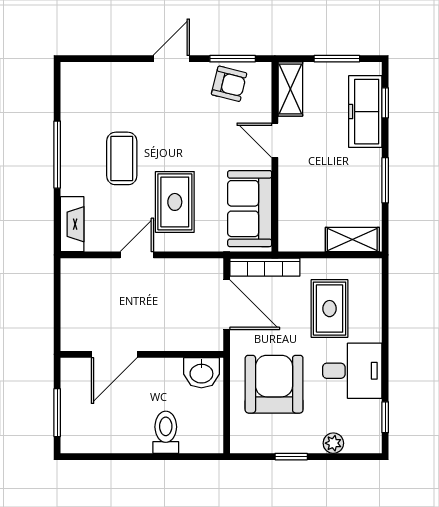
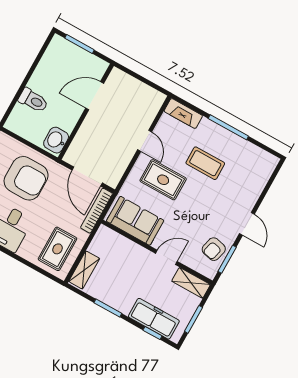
door: (227, 305) -> (87, 177), hinge flipped
rug: (330, 309) -> (57, 249), moved, turned 90
door: (114, 354) -> (95, 96), hinge flipped

